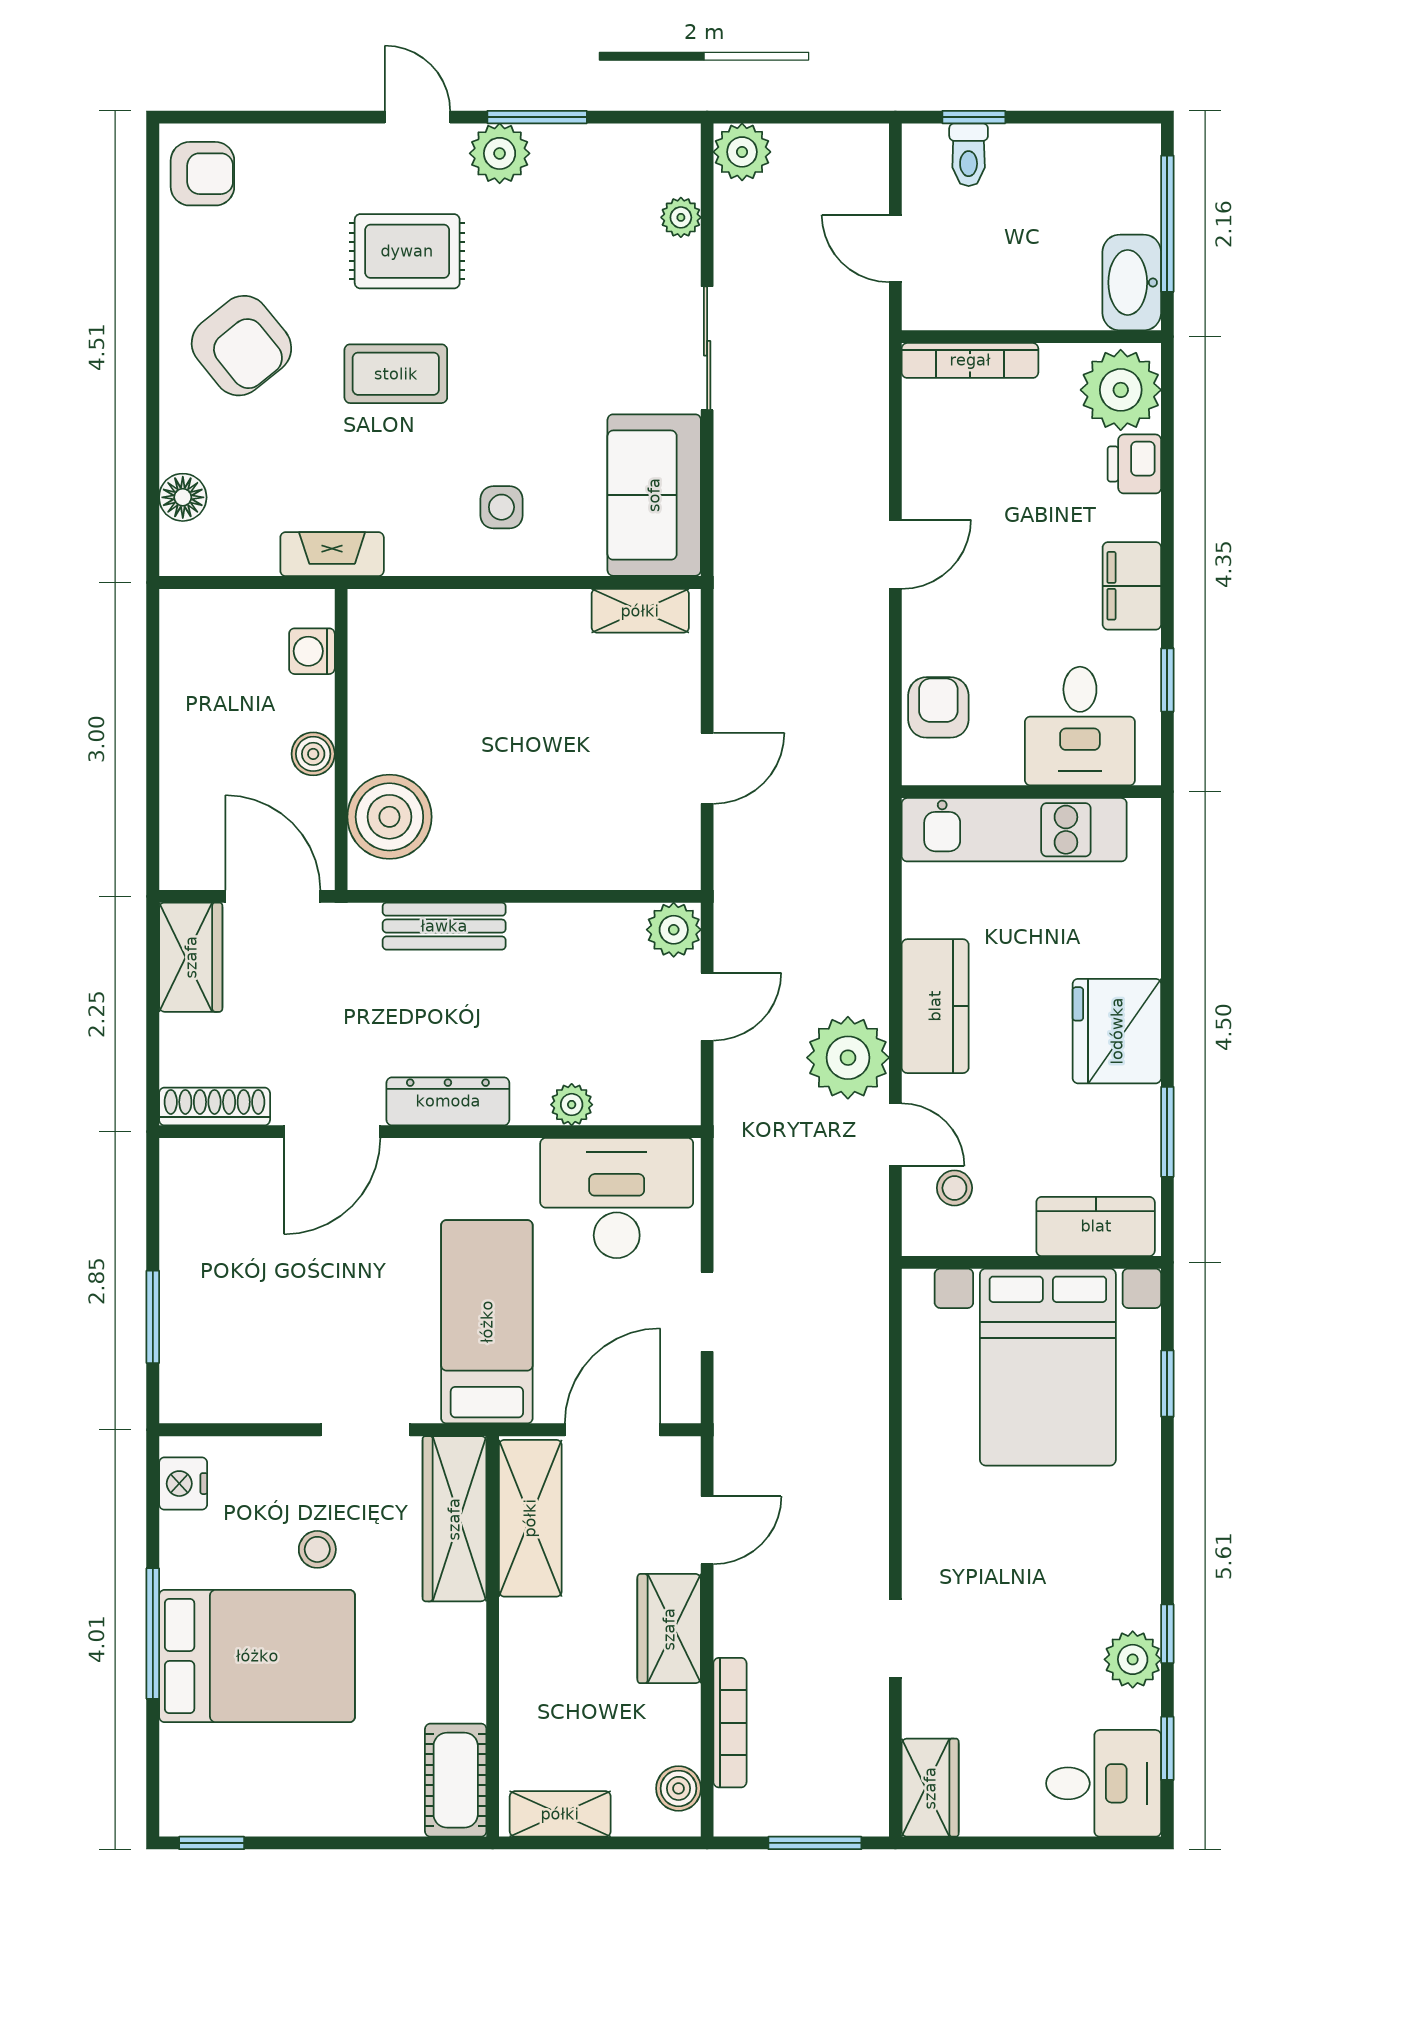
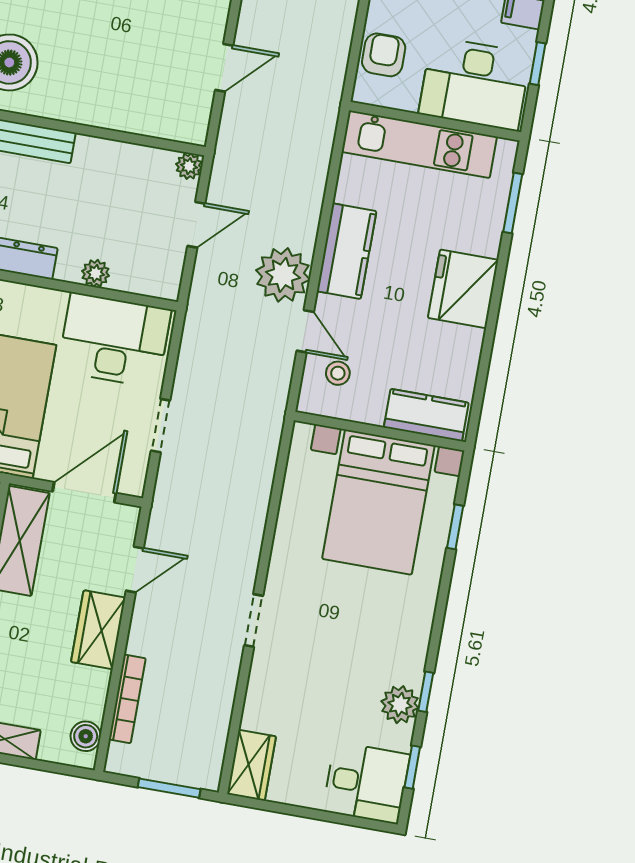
desk: (1080, 726) -> (475, 84), width x1.37
plant: (674, 930) -> (189, 166), width x0.73, depth x0.73
window: (1167, 1132) -> (513, 203), moved
doorway: (895, 1639) -> (254, 620), moved

